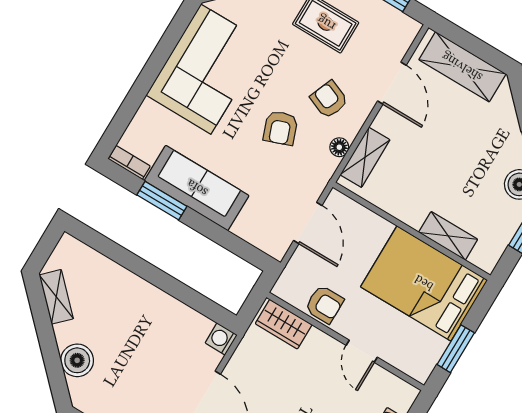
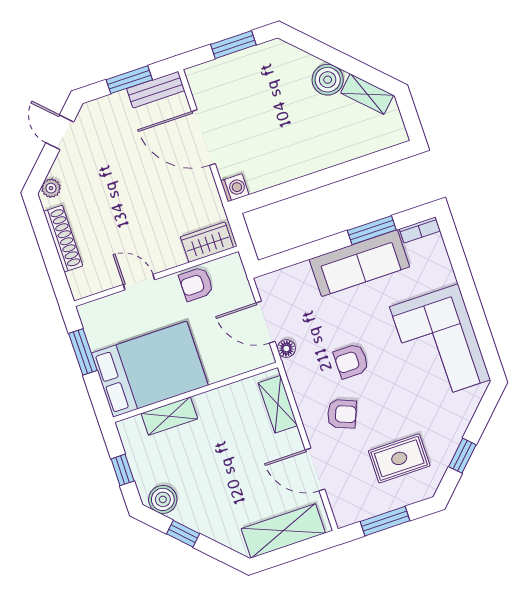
armchair: (280, 128) -> (351, 361), turned -70
floor lamp: (339, 147) -> (286, 349), moved
boiler: (77, 360) -> (328, 80), moved

